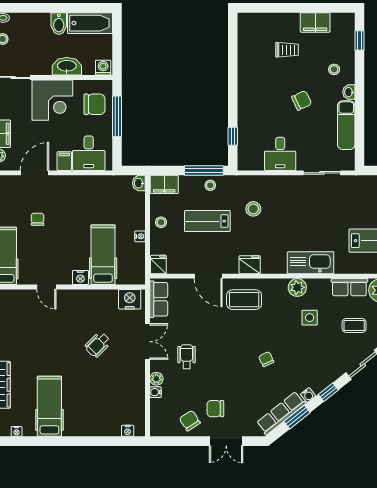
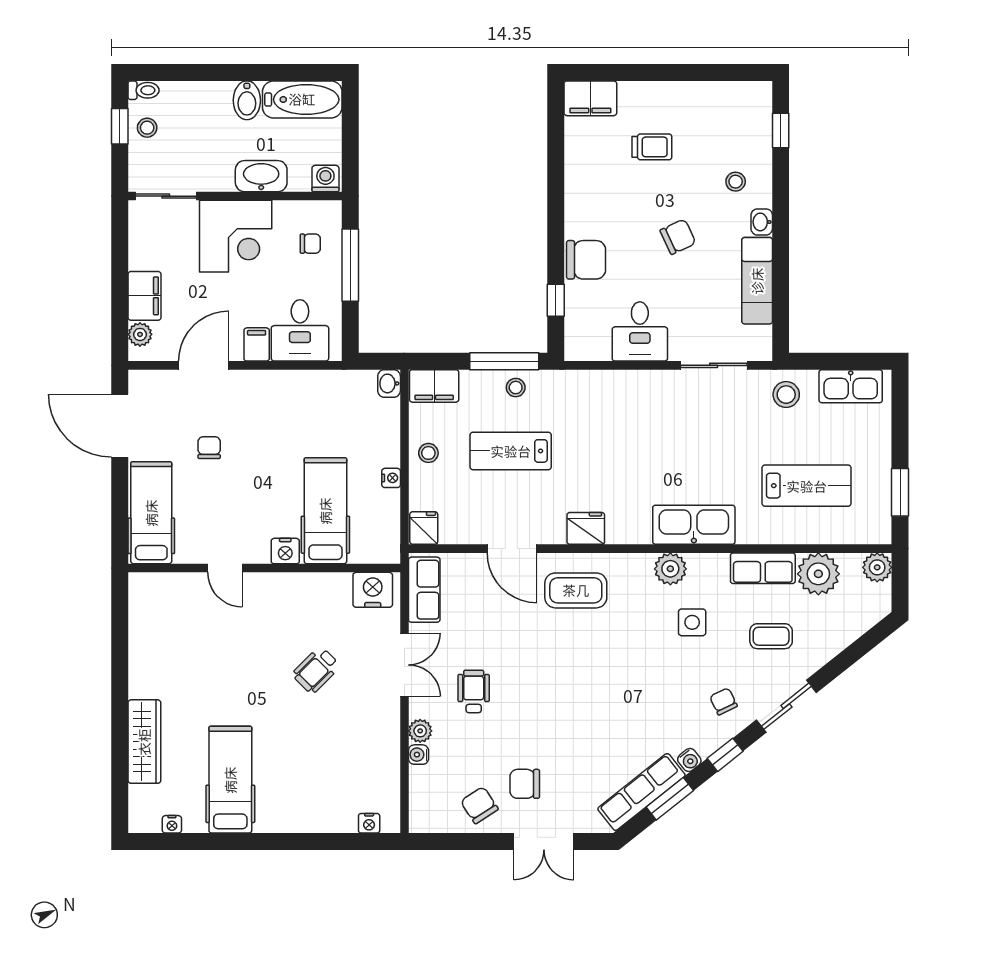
filing cabinet: (315, 22) -> (590, 98), moved
chair: (94, 104) -> (310, 244), width x0.54, depth x0.54
chair: (250, 113) -> (586, 260), added
stool: (253, 209) -> (786, 395), moved
chair: (266, 359) -> (723, 701), moved

